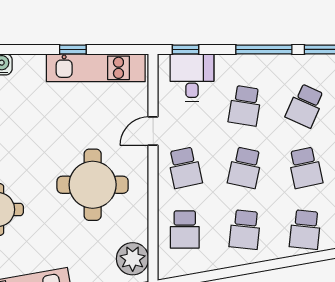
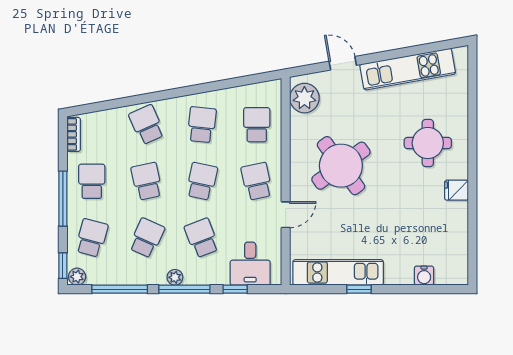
window: (185, 49) -> (235, 289), moved
plant: (274, 63) -> (175, 277), added
school desk: (245, 106) -> (202, 238), turned -30
round table: (93, 185) -> (341, 166), turned -36
school desk: (305, 230) -> (147, 125), turned -30

